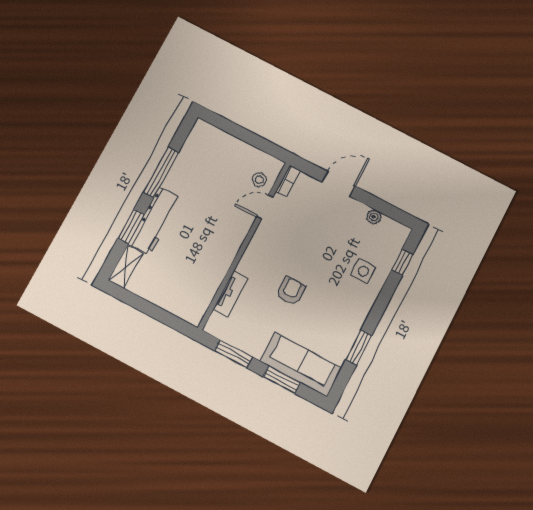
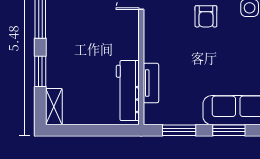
workbench: (155, 221) -> (128, 91), moved, turned 180
armchair: (291, 291) -> (206, 16), moved, turned 180

